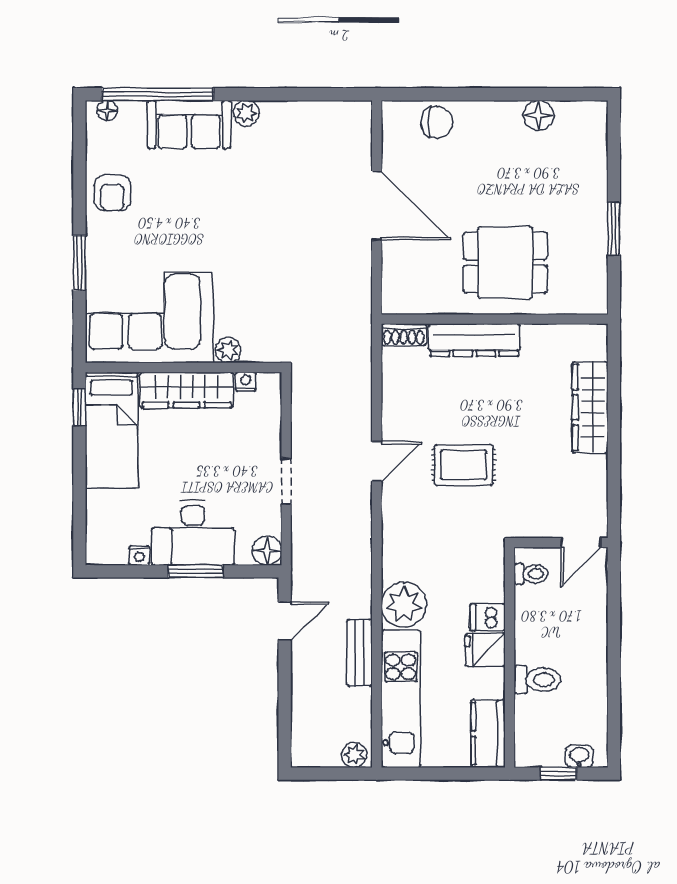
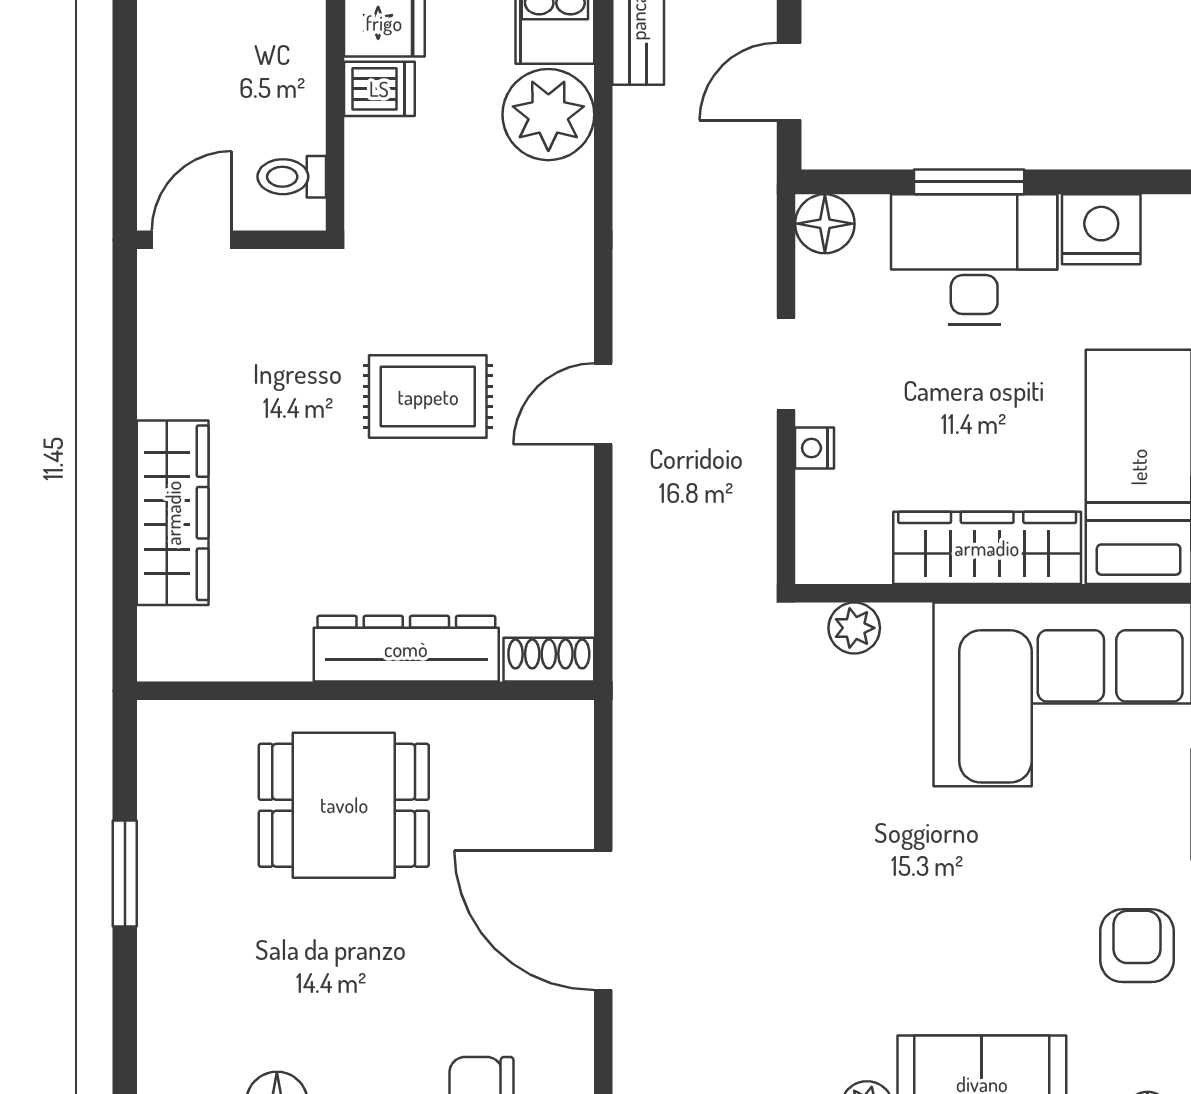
plant: (228, 350) -> (854, 628), moved
nightstand: (246, 382) -> (815, 448), moved, turned 90
nightstand: (139, 556) -> (1101, 229), width x1.89, depth x1.79

